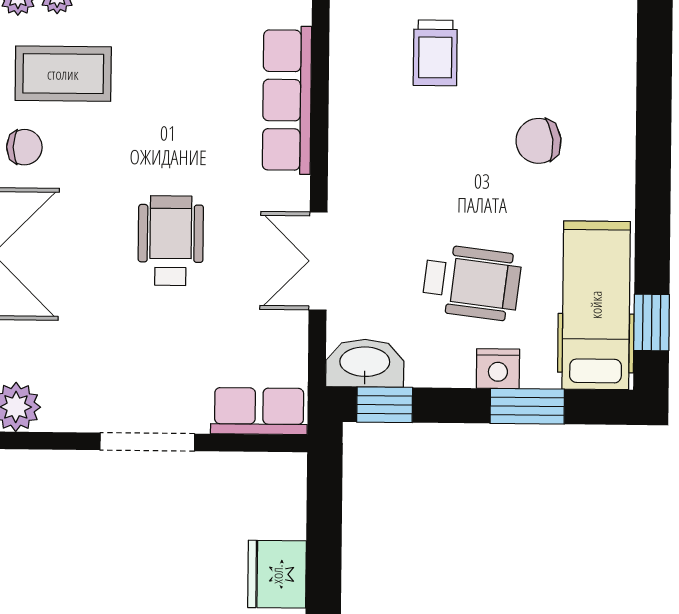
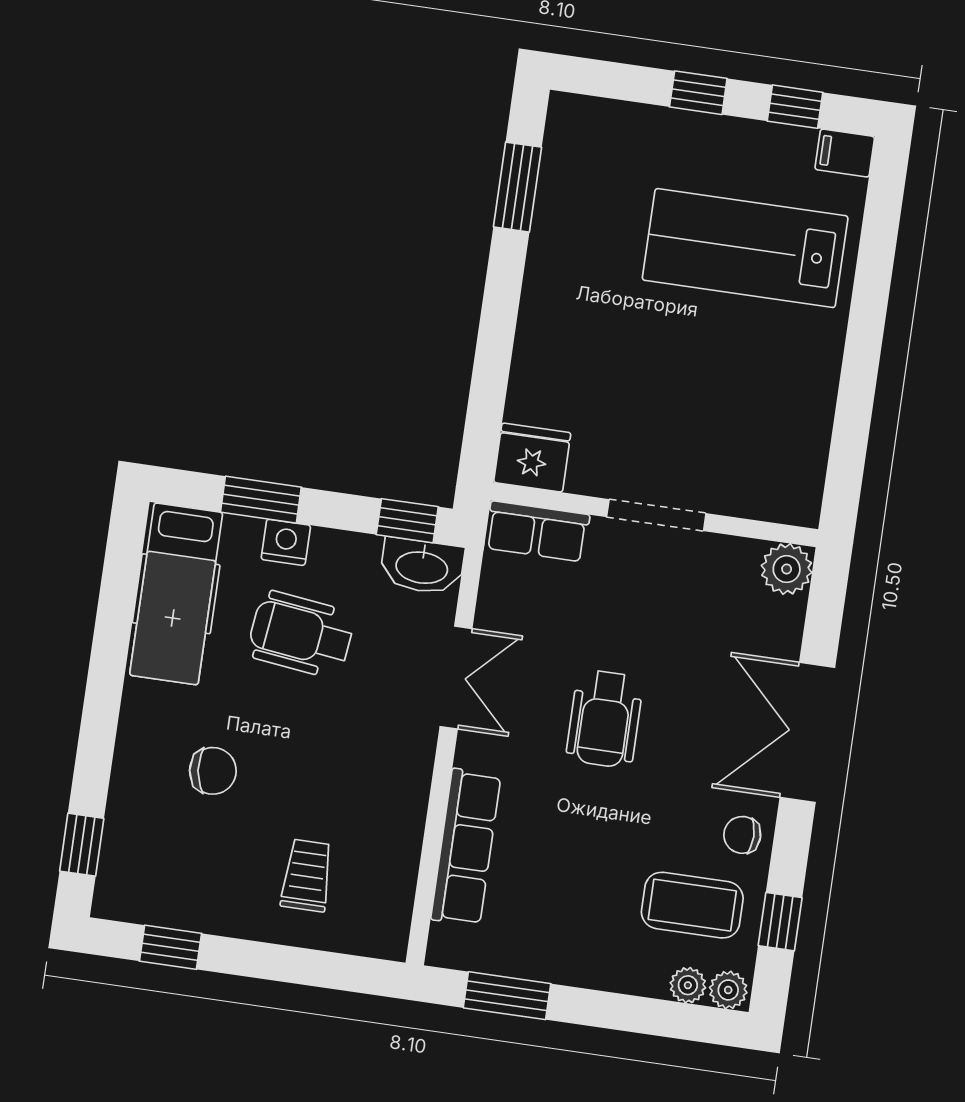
window: (652, 323) -> (82, 845), moved
fridge: (277, 574) -> (532, 458), moved, turned -90

